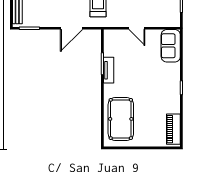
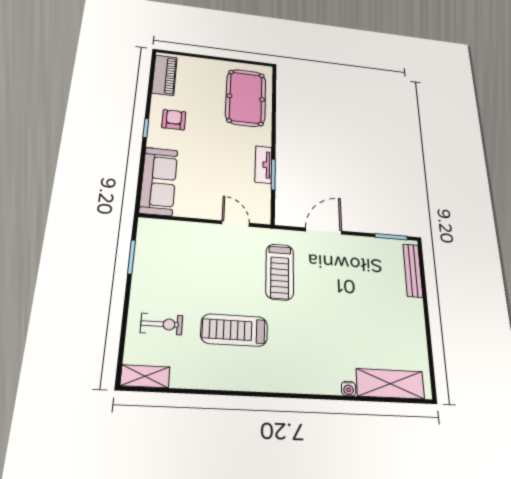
door: (137, 28) -> (236, 224), moved
sofa: (171, 46) -> (159, 181), width x1.36
armchair: (165, 96) -> (174, 120), added

